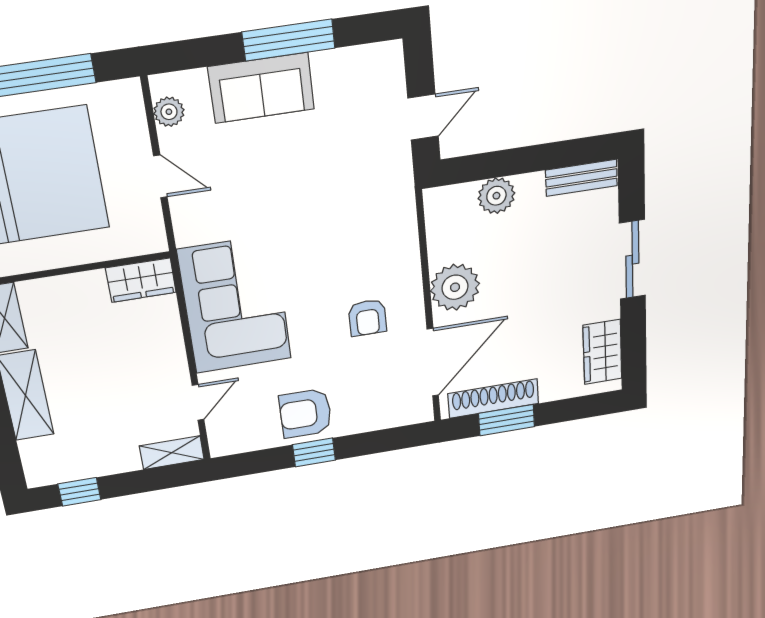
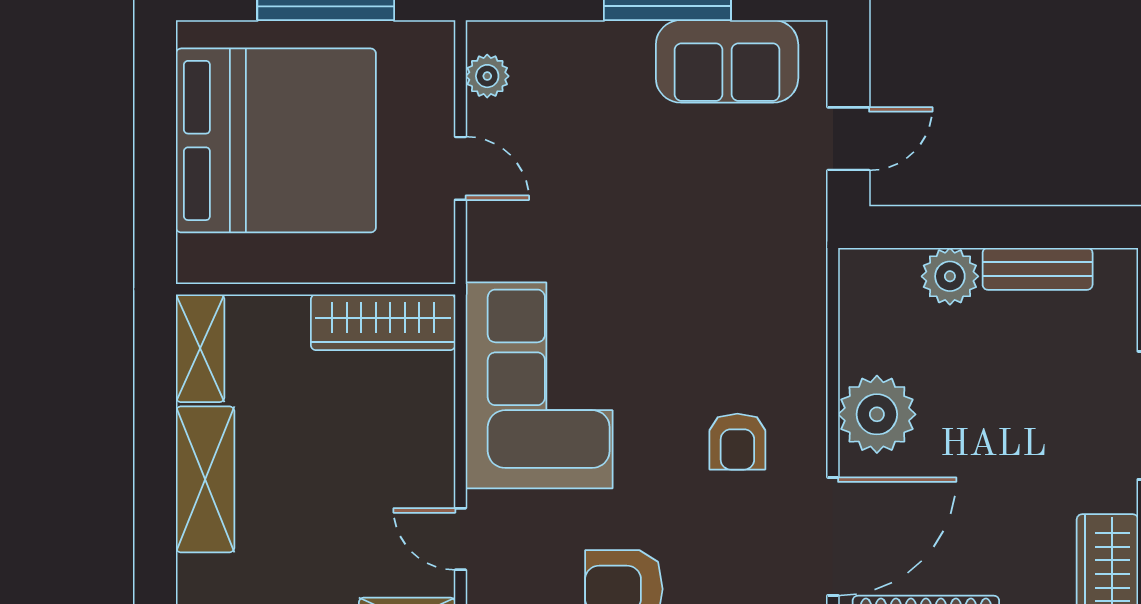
sofa: (261, 88) -> (727, 61), moved
bench: (581, 178) -> (1038, 269), moved
wardrobe: (141, 280) -> (383, 322), width x1.50
door: (198, 402) -> (460, 539), swing flipped

